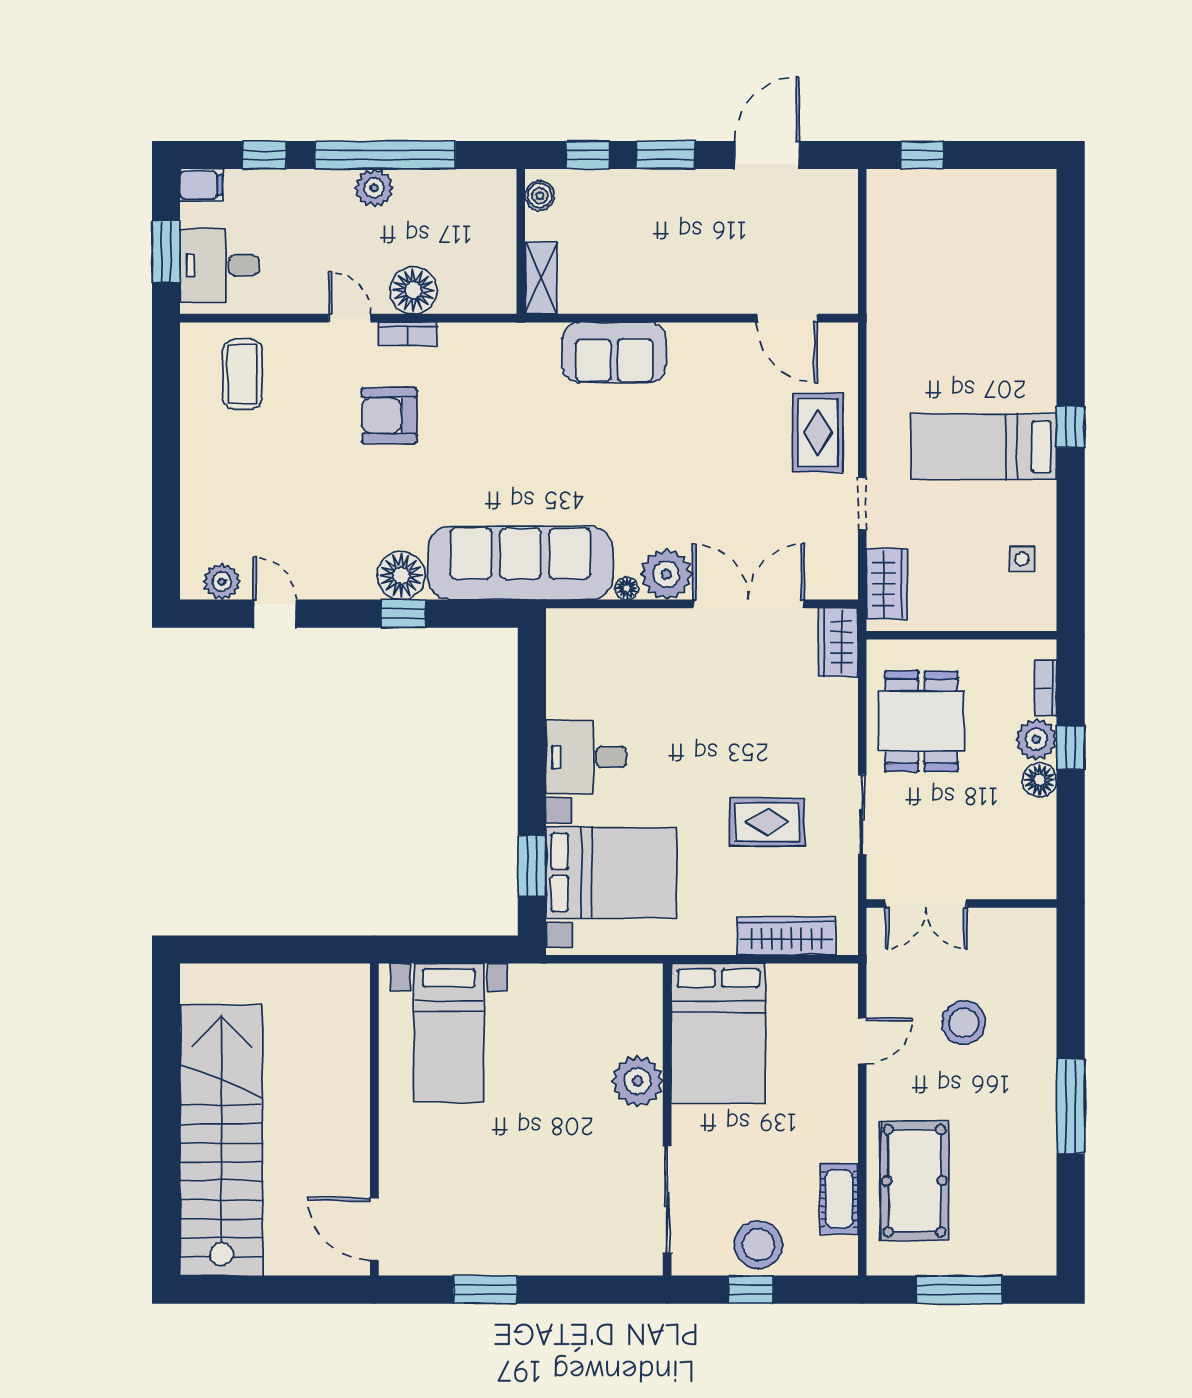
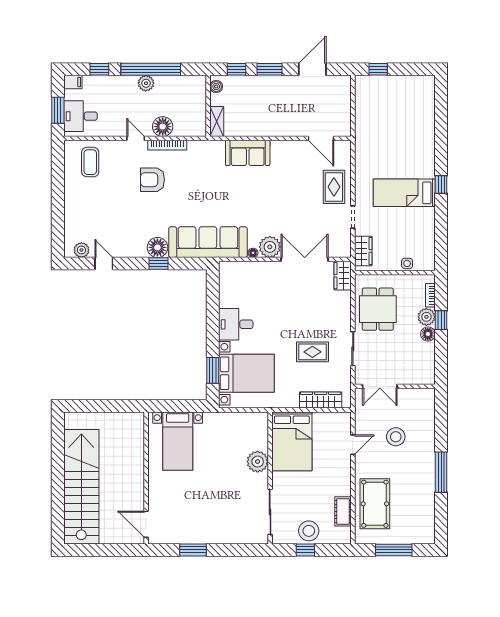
bookcase: (408, 334) -> (167, 145), width x1.56
side table: (1022, 559) -> (407, 263), moved

